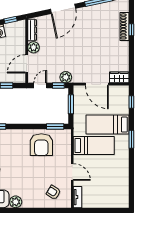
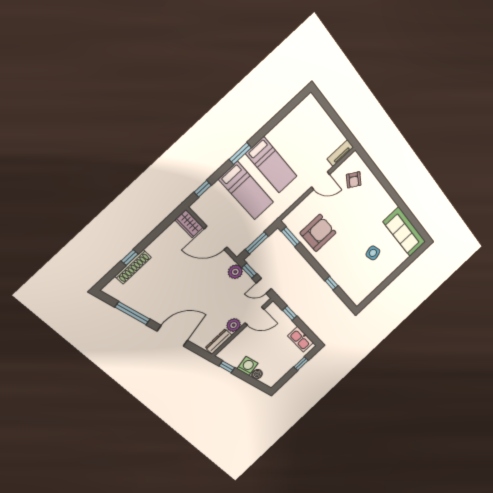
door: (97, 84) -> (216, 238), swing flipped
bed: (94, 146) -> (272, 165), moved, turned 180
door: (72, 172) -> (320, 181), swing flipped
plant: (16, 202) -> (389, 206), removed

